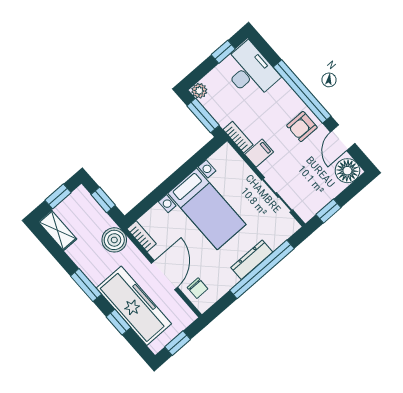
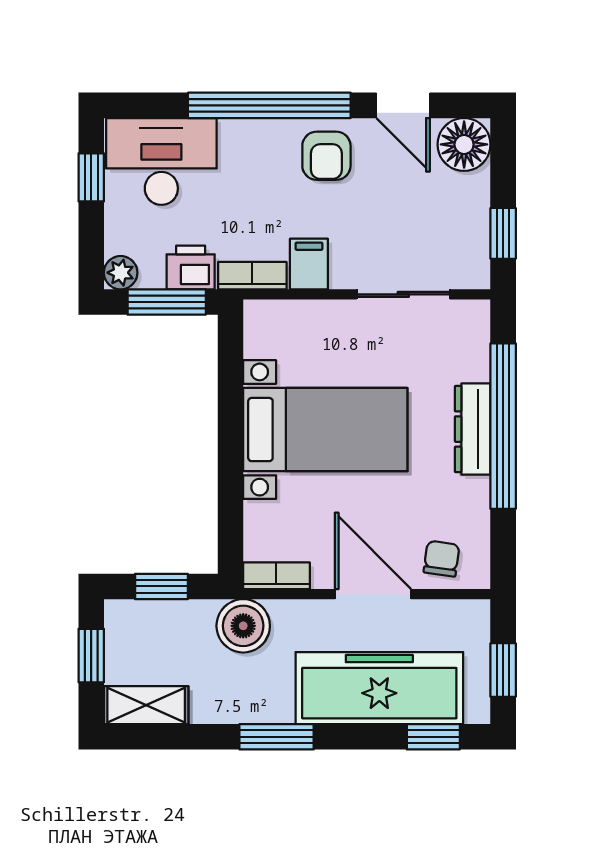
printer: (222, 113) -> (191, 267), added
chair: (197, 288) -> (442, 559), turned -82
window: (119, 322) -> (433, 737), moved

